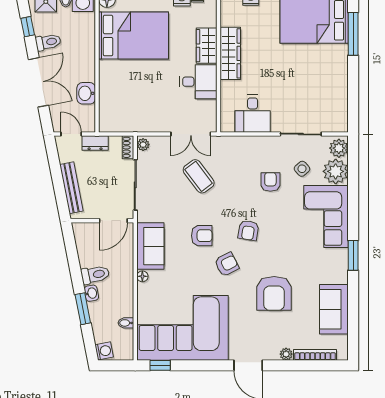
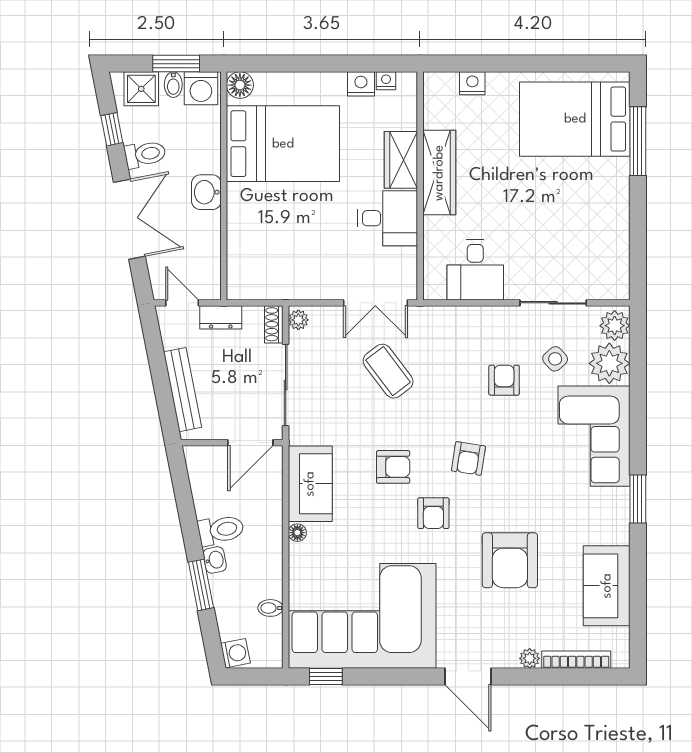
washbasin: (86, 93) -> (206, 192), moved
armchair: (227, 264) -> (433, 513), turned 117

